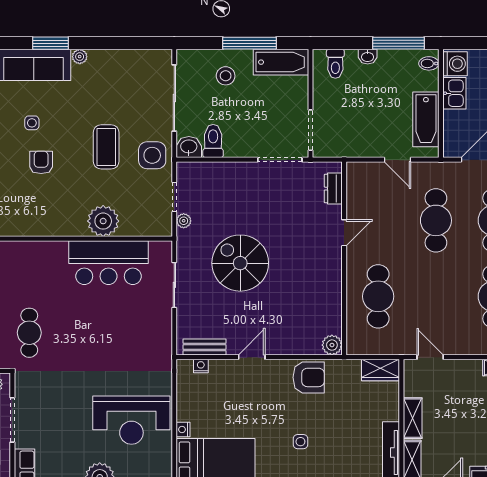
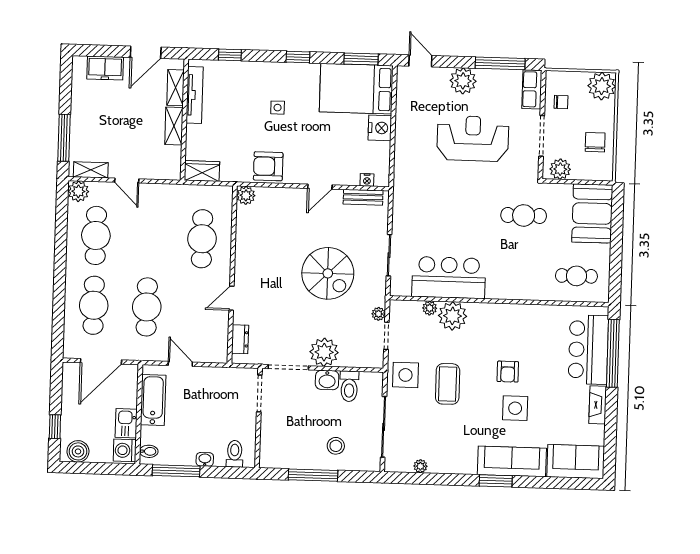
plant: (80, 57) -> (420, 466), moved
bathtub: (281, 62) -> (285, 457), removed
side table: (32, 123) -> (515, 408), width x1.87, depth x1.87
washbasin: (189, 147) -> (327, 380), moved
plant: (242, 177) -> (324, 352), added
plant: (128, 229) -> (430, 308), added
cafe table: (29, 333) -> (524, 215), turned 90
door: (430, 357) -> (127, 181), moved
reception desk: (131, 420) -> (473, 139), moved
nightstand: (183, 430) -> (380, 128), width x1.89, depth x1.79

